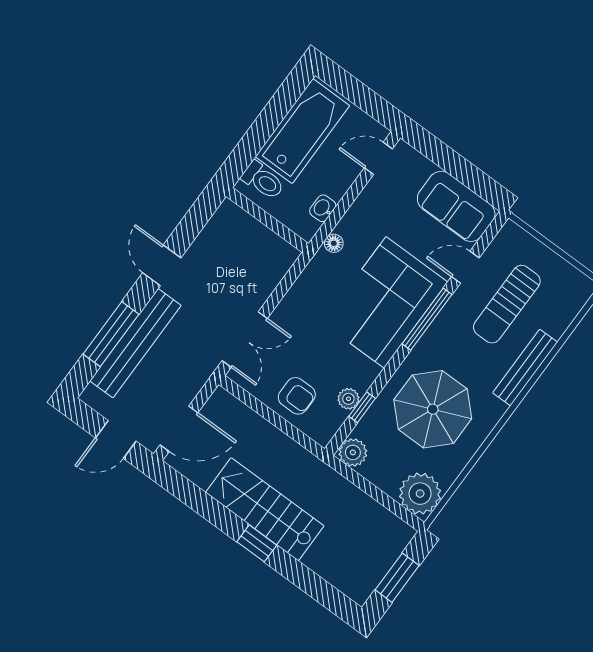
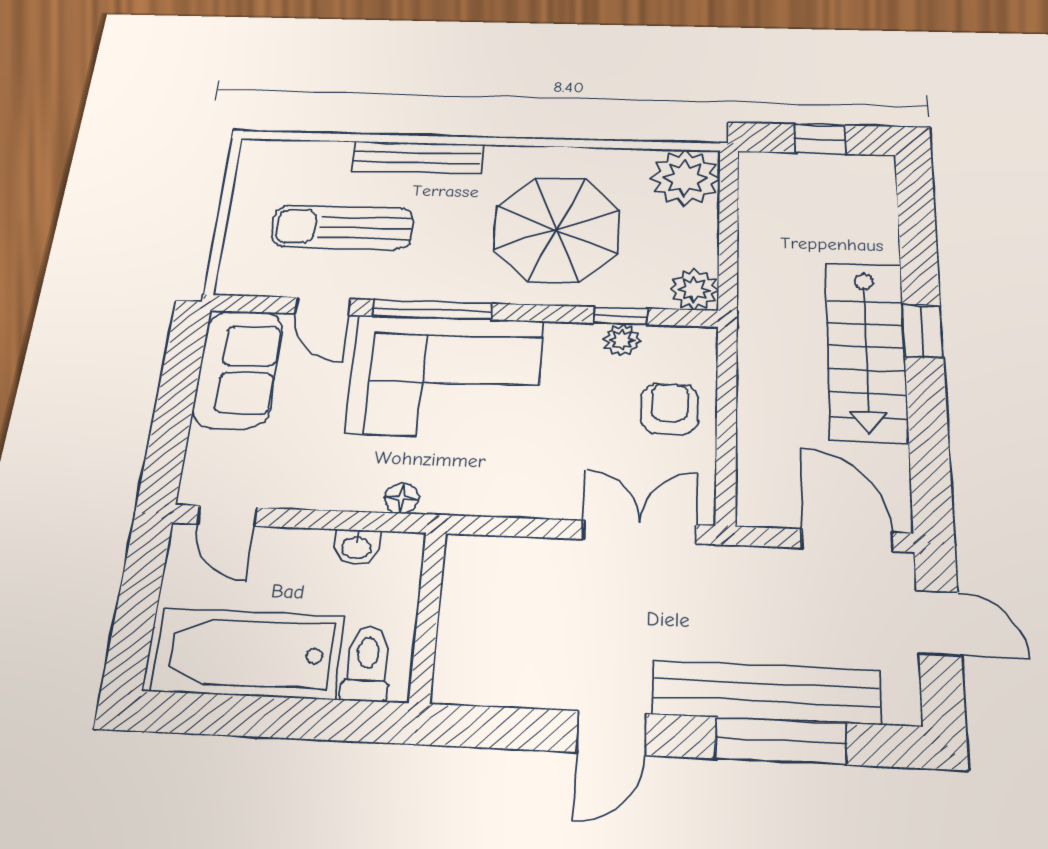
sun lounger: (507, 304) -> (342, 227), turned 180
window: (397, 578) -> (820, 139), width x0.67

